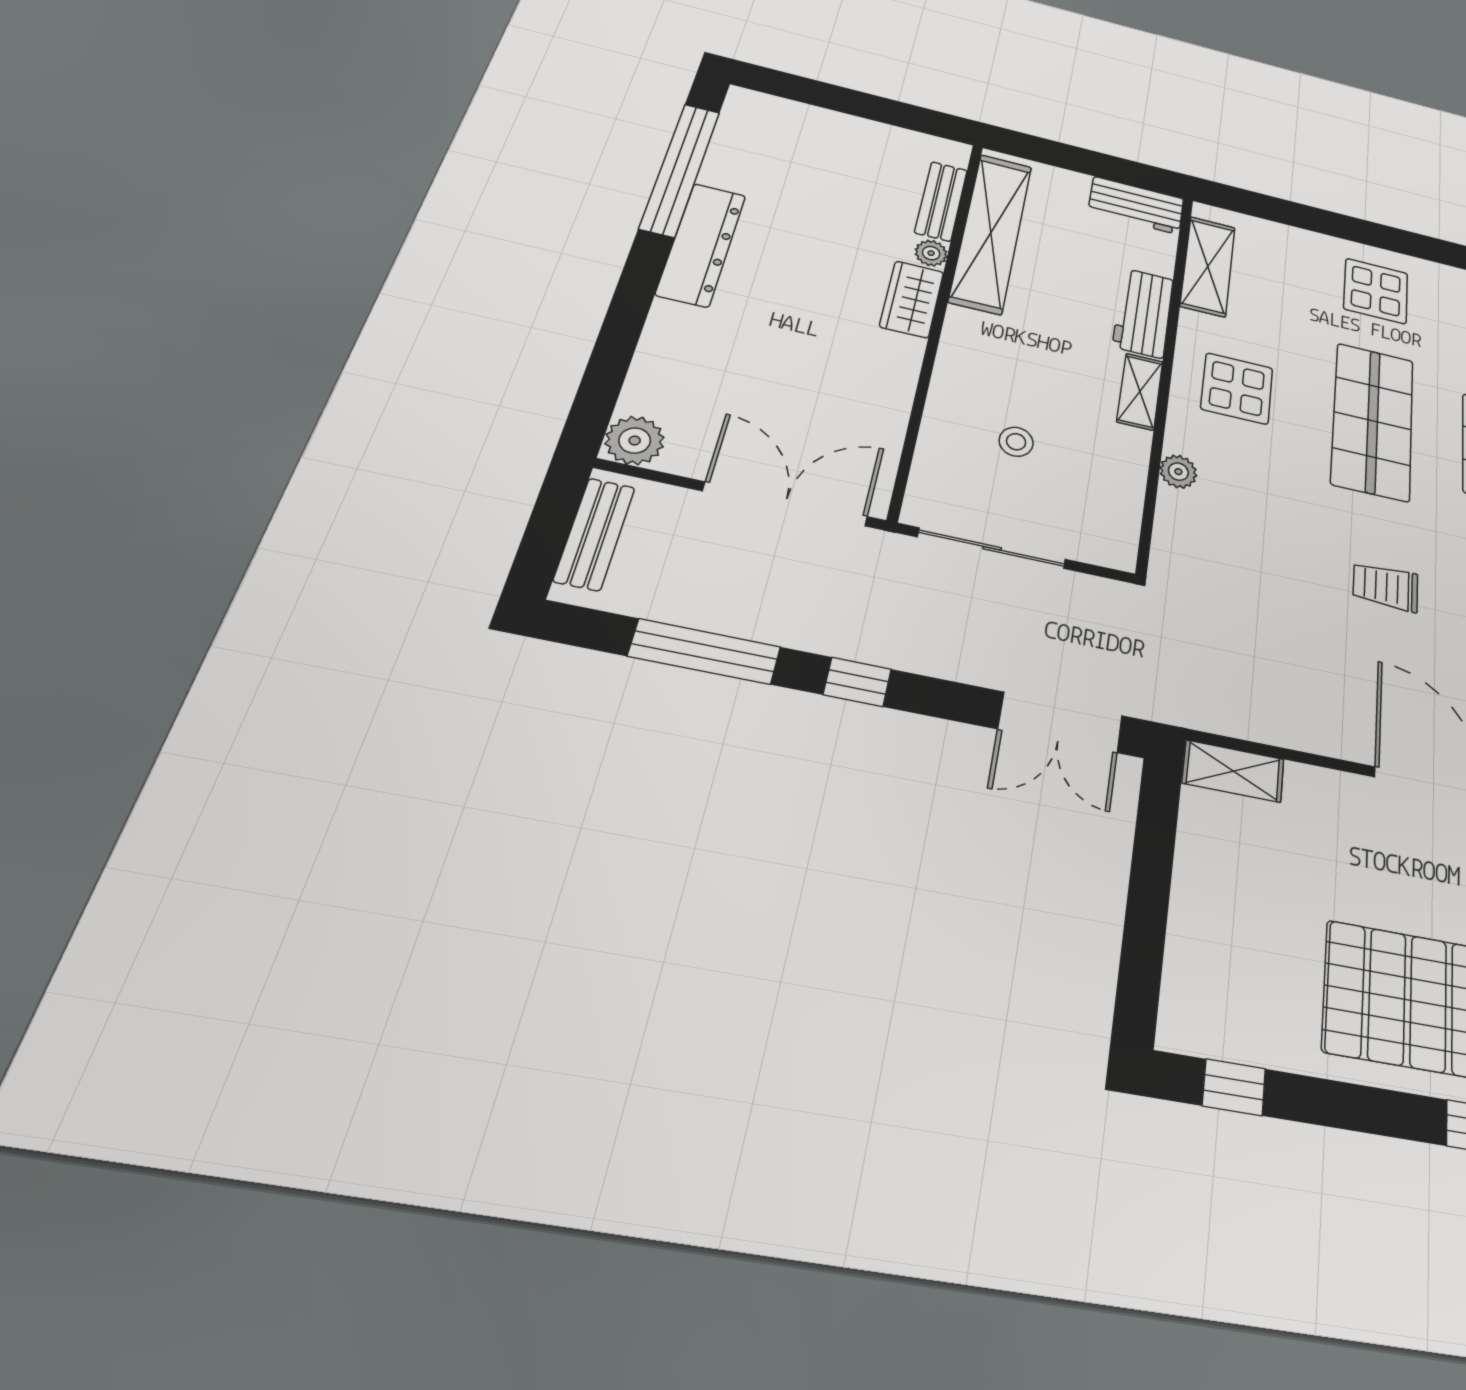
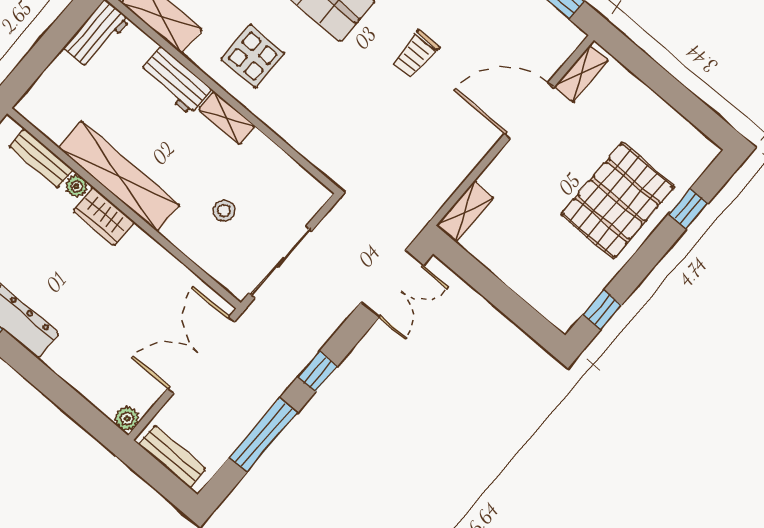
shelving: (991, 233) -> (119, 176), moved
plant: (635, 441) -> (127, 418), width x0.73, depth x0.73
plant: (1178, 472) -> (287, 128), removed

